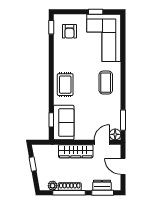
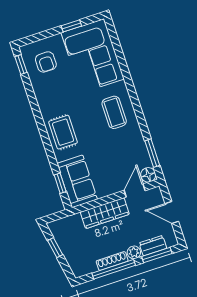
plant: (53, 186) -> (134, 252), moved

